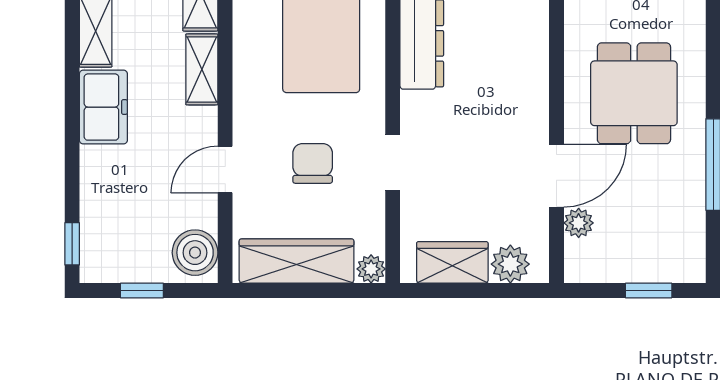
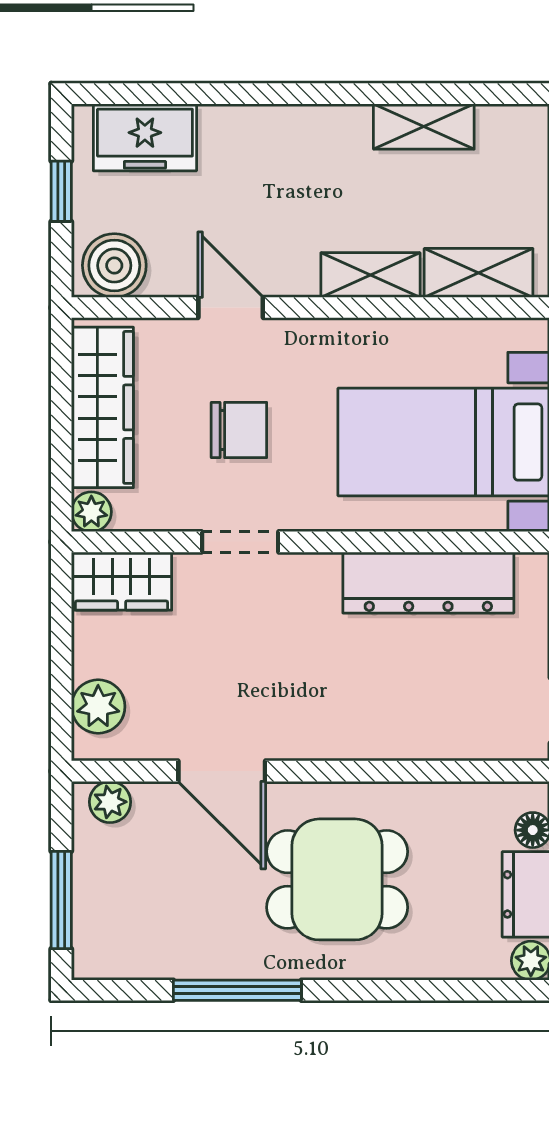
freezer: (103, 107) -> (145, 137), moved
plant: (579, 223) -> (110, 802), moved
window: (72, 244) -> (126, 94), removed
wardrobe: (452, 262) -> (122, 581), moved, turned 90
window: (649, 291) -> (61, 900), width x1.50

